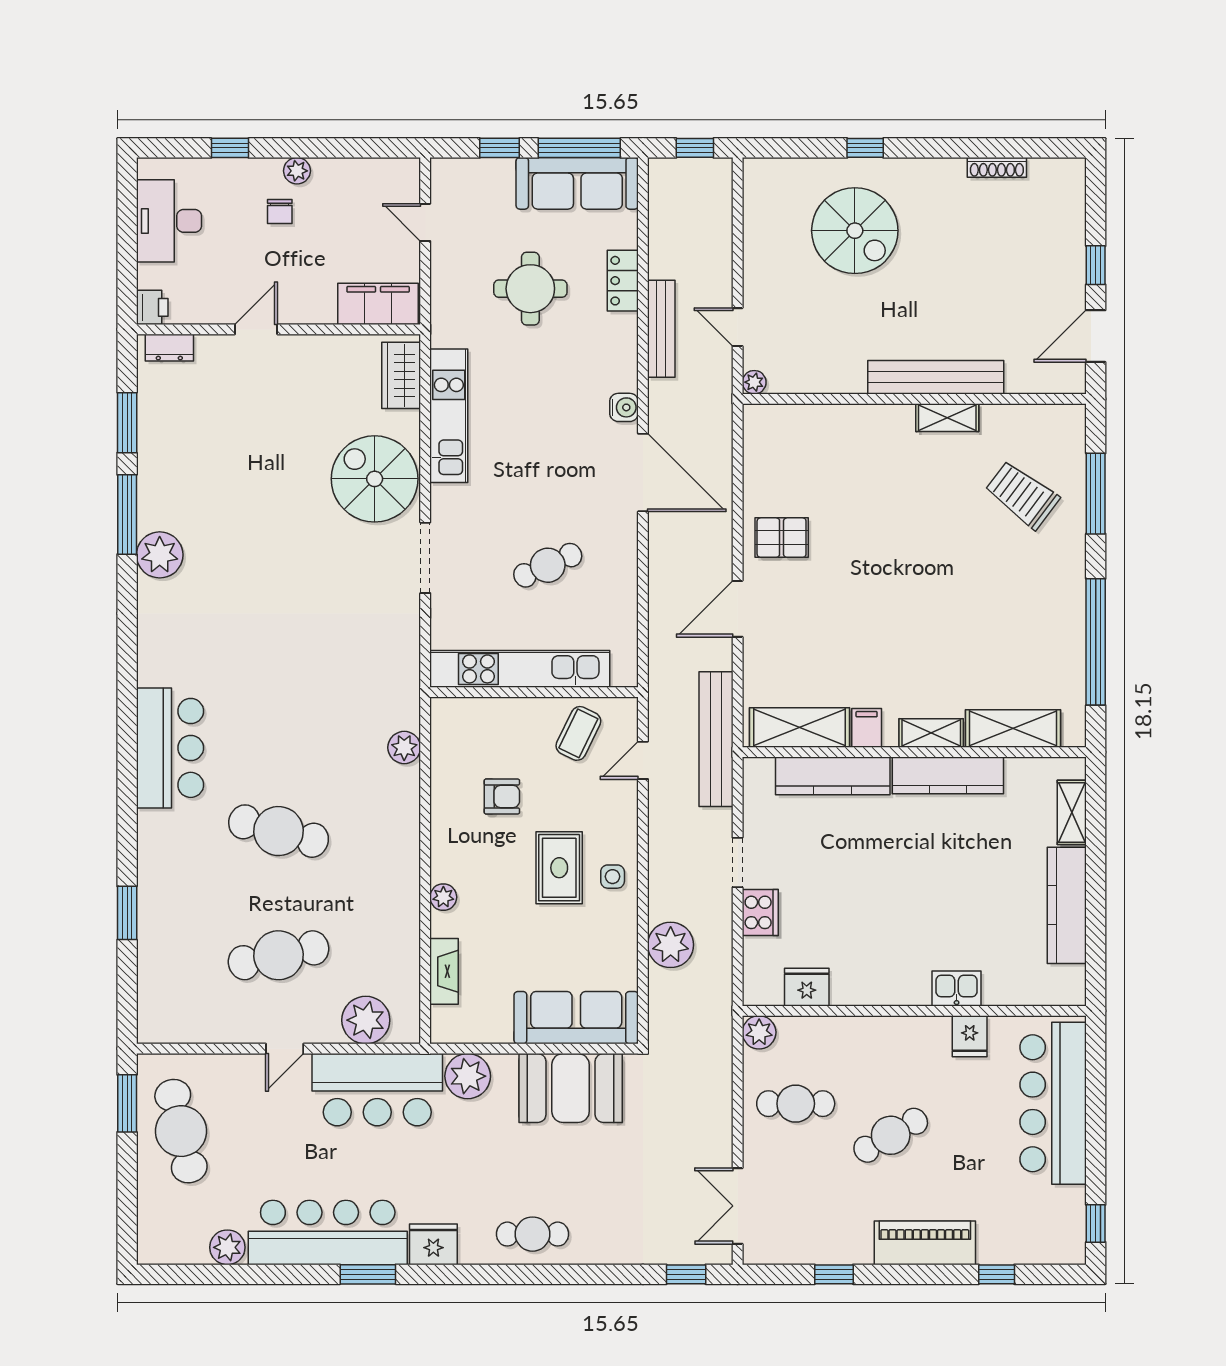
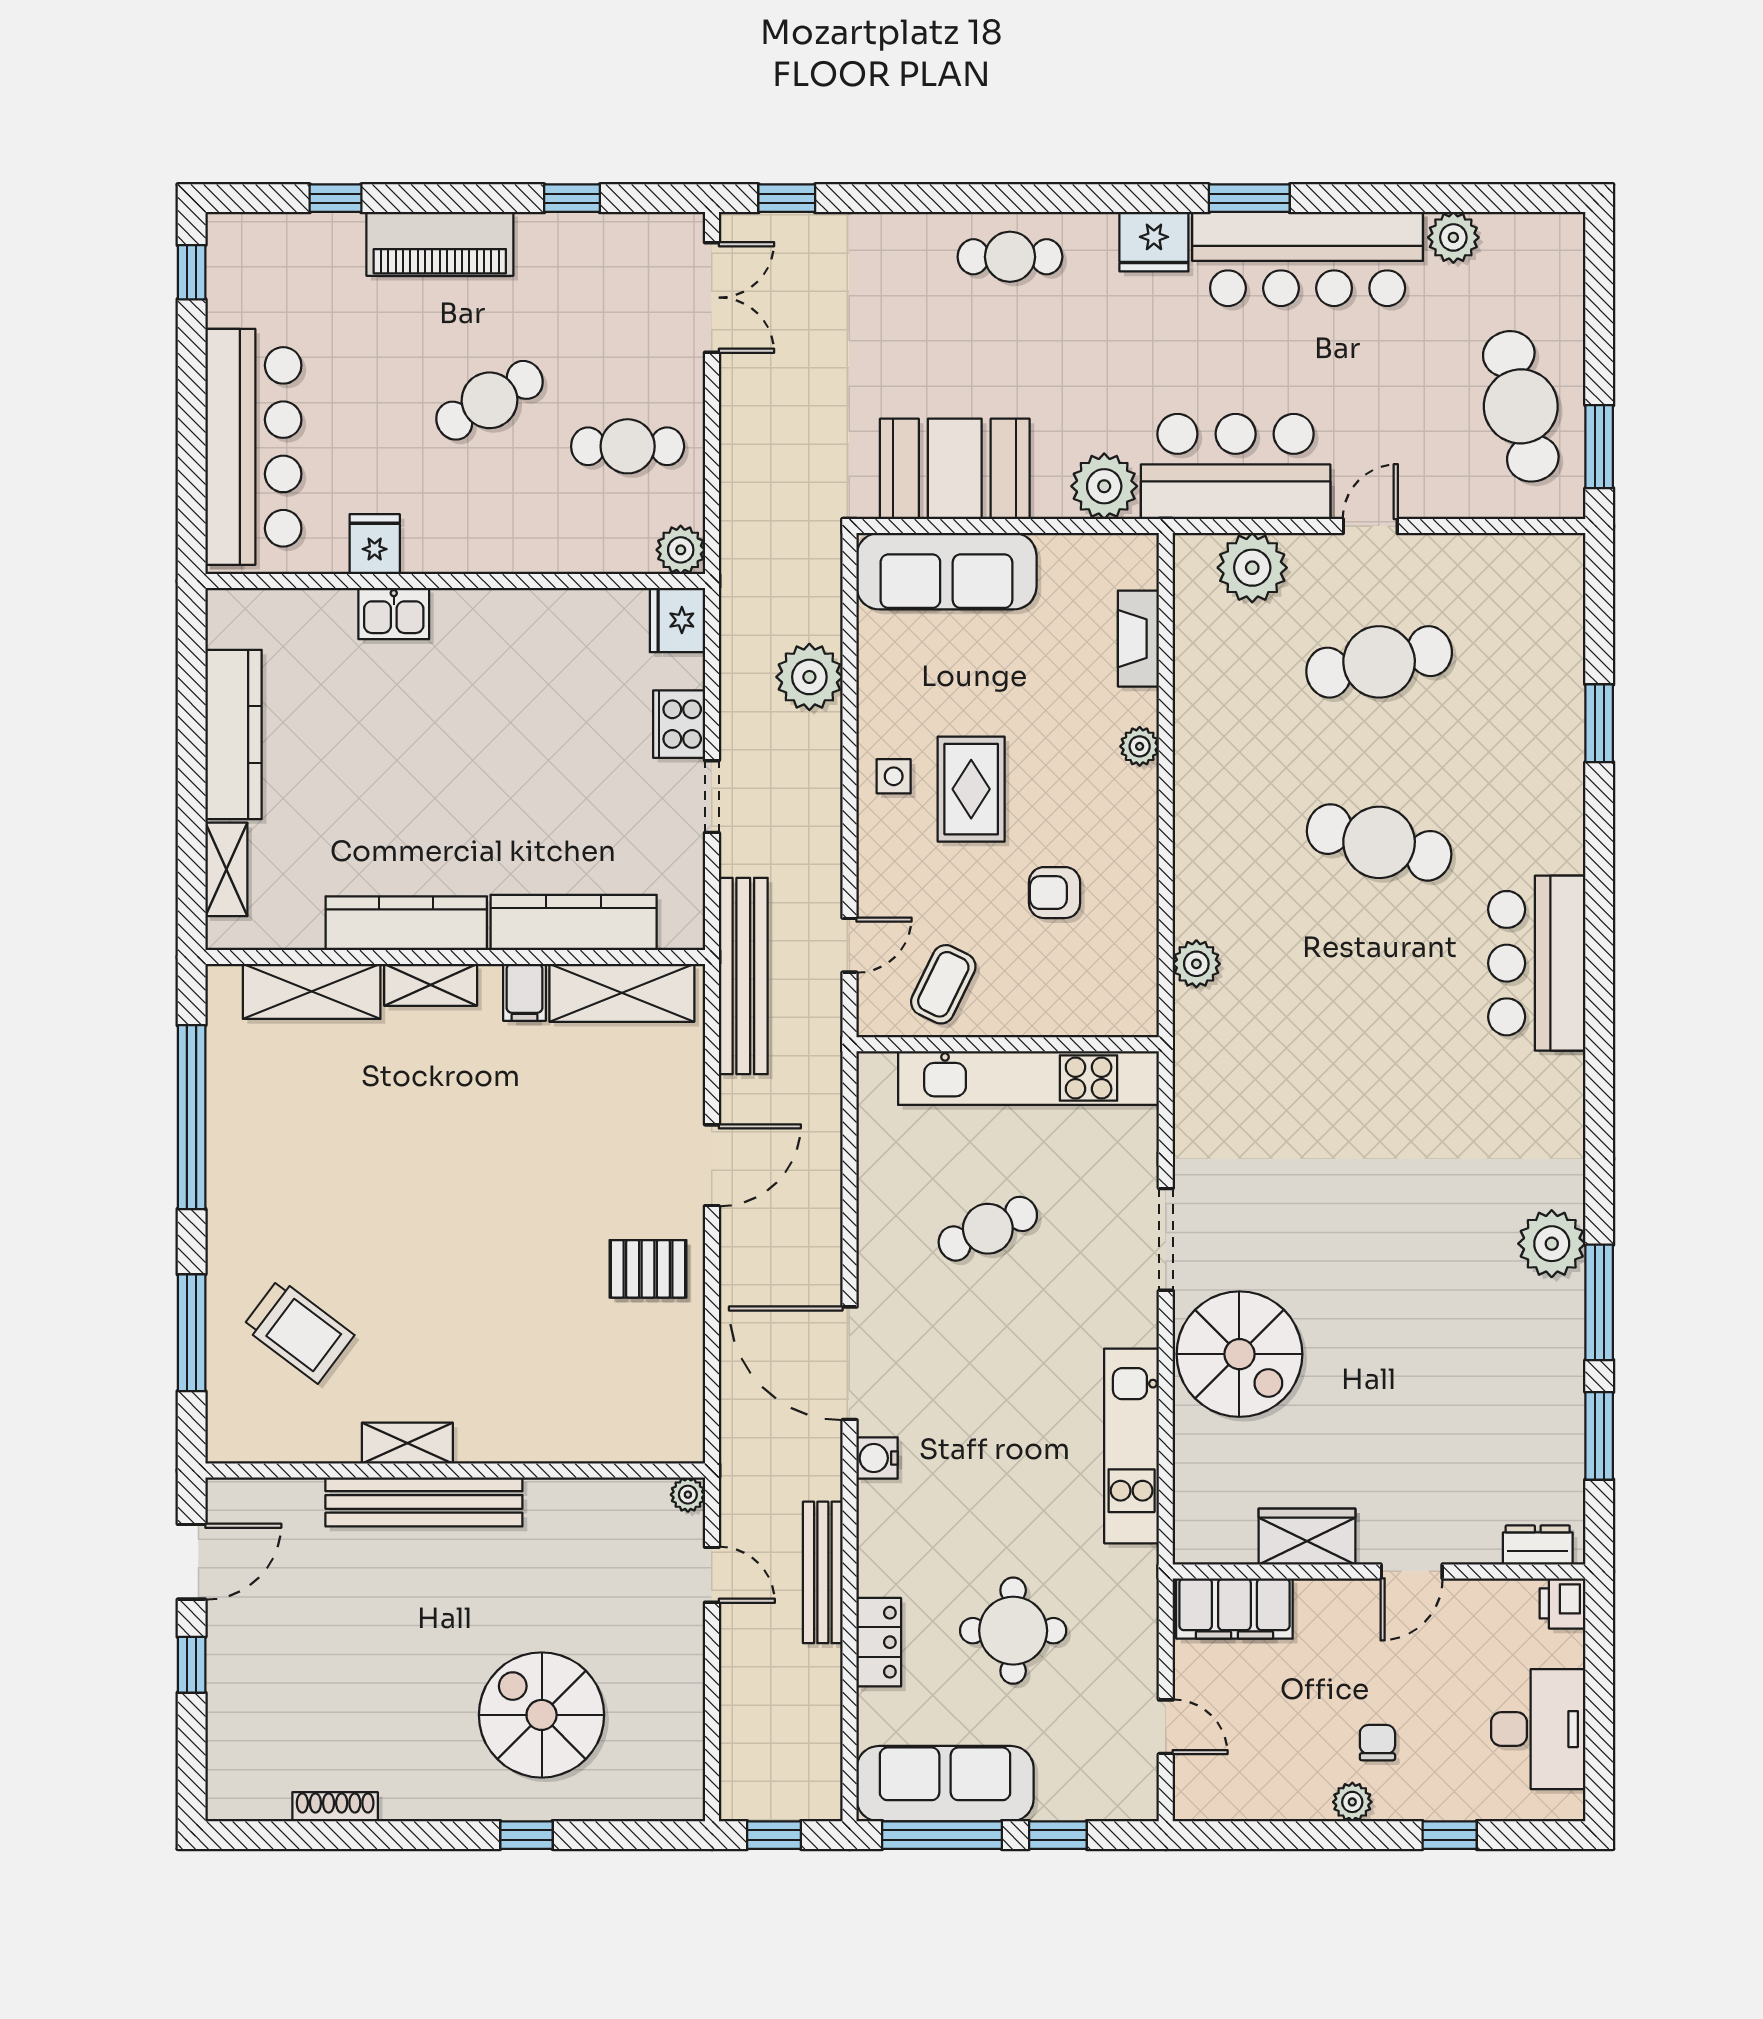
wardrobe: (401, 375) -> (1307, 1537), moved, turned -90
fridge: (807, 987) -> (677, 620), moved, turned 90

